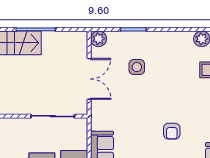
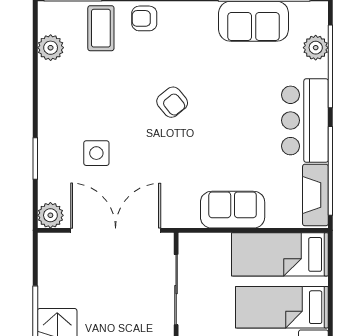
double door: (89, 79) -> (116, 230), width x1.36
armchair: (172, 131) -> (172, 102), moved, turned 51

